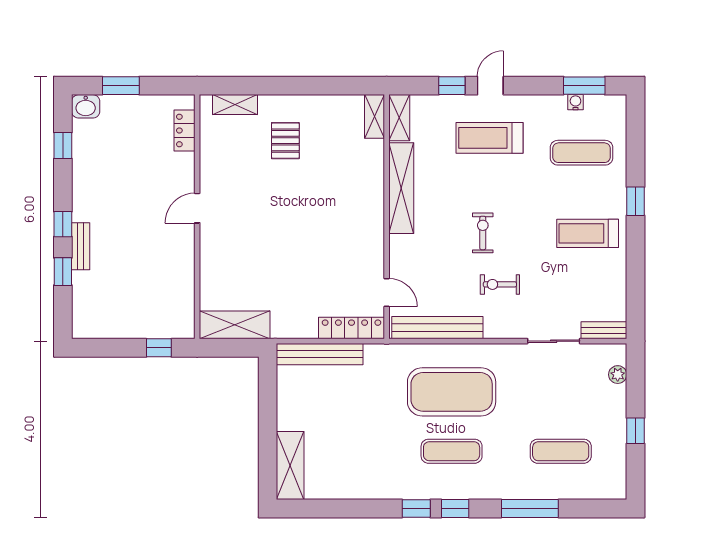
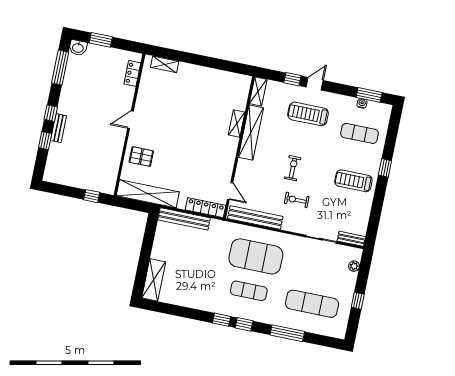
shelving: (375, 116) -> (237, 124), moved
pallet: (285, 141) -> (141, 157), moved, turned 90
window: (63, 145) -> (60, 68), width x2.17
shelving: (235, 325) -> (148, 194), width x1.47
exercise mat: (561, 451) -> (312, 304), width x1.36, depth x1.45

